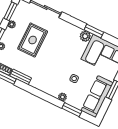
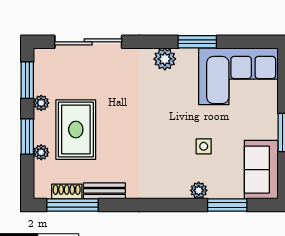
plant: (85, 36) -> (165, 59), moved
rug: (33, 40) -> (76, 130), moved
sofa: (97, 97) -> (261, 170), width x0.73

